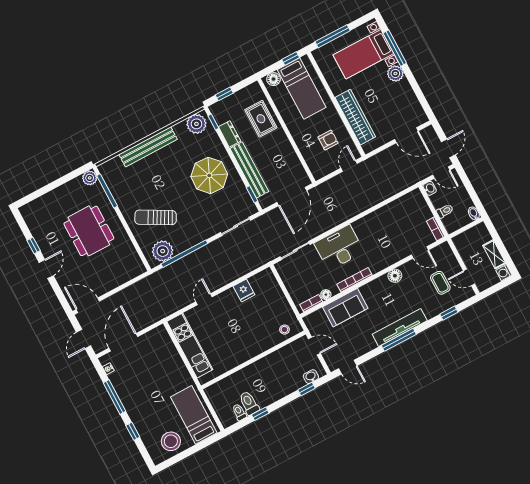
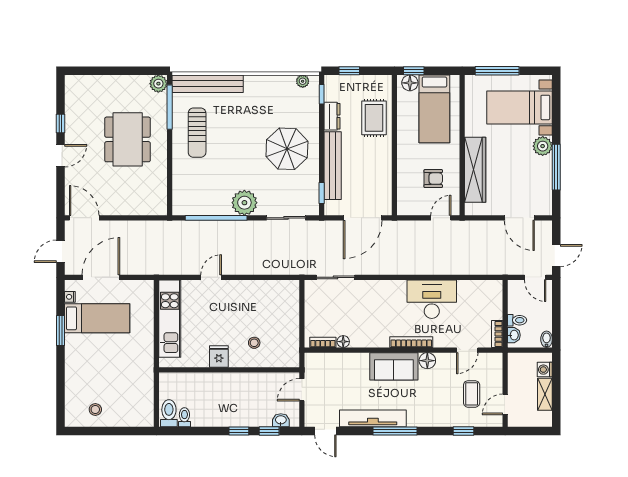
window: (395, 48) -> (556, 167), moved
window: (291, 59) -> (414, 71), moved
plant: (196, 124) -> (303, 81), width x0.53, depth x0.53
bench: (148, 147) -> (208, 84), moved
washbasin: (430, 188) -> (514, 335), moved
sun lounger: (156, 217) -> (197, 133), moved, turned -119
desk: (339, 248) -> (432, 299), moved
plant: (163, 251) -> (244, 203), moved
door: (420, 252) -> (467, 350), hinge flipped
washing machine: (504, 273) -> (545, 370), moved
door: (469, 277) -> (505, 404), hinge flipped
bookcase: (355, 280) -> (411, 342), moved
fridge: (244, 290) -> (219, 356), moved, turned 180
sofa: (345, 308) -> (394, 366), moved
tv unit: (400, 327) -> (373, 418), moved
stool: (284, 330) -> (254, 343), moved
door: (314, 346) -> (302, 390), swing flipped
window: (115, 397) -> (61, 331), width x0.69
toilet: (249, 403) -> (169, 413), moved
window: (260, 414) -> (239, 431), moved
bed: (194, 415) -> (97, 318), moved, turned 90
window: (133, 431) -> (61, 377), removed
stool: (171, 441) -> (95, 410), width x0.53, depth x0.53

